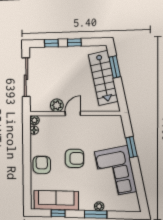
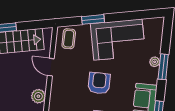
door: (73, 113) -> (51, 67), moved
coffee table: (111, 127) -> (69, 39), added

